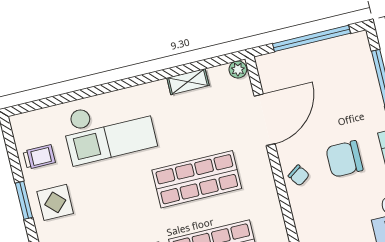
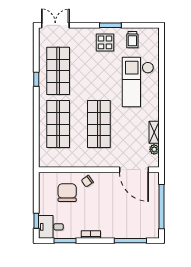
plant: (238, 69) -> (154, 149), moved
door: (265, 120) -> (134, 170), moved
chair: (344, 159) -> (67, 193), moved

